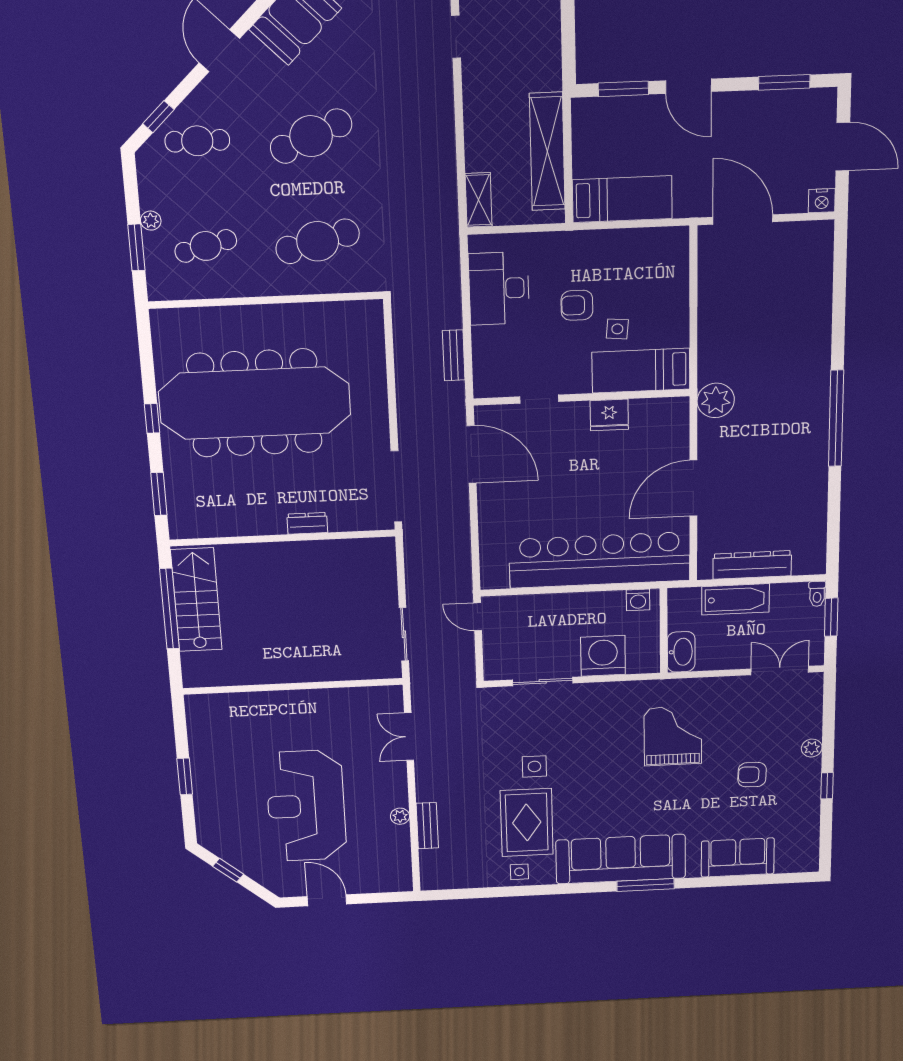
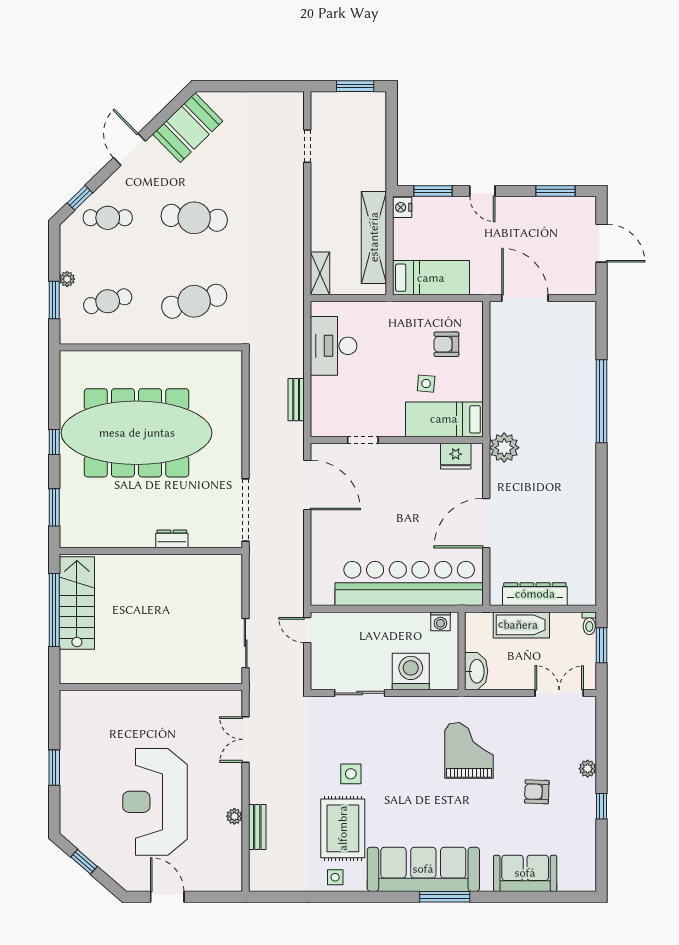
door: (688, 86) -> (482, 191), width x0.73
cafe table: (311, 136) -> (194, 218), turned 30
nightstand: (822, 201) -> (402, 207), moved, turned 90
armchair: (577, 305) -> (446, 344), moved
fridge: (609, 415) -> (456, 456), moved
window: (836, 418) -> (601, 401), moved

